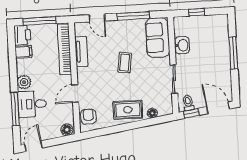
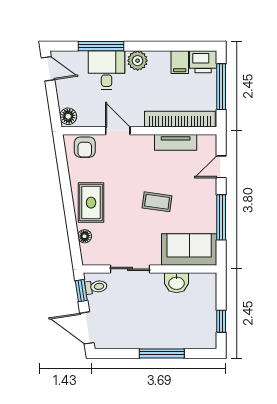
window: (197, 12) -> (221, 321), moved
door: (218, 108) -> (87, 328), swing flipped
armchair: (88, 117) -> (85, 147), turned 90

